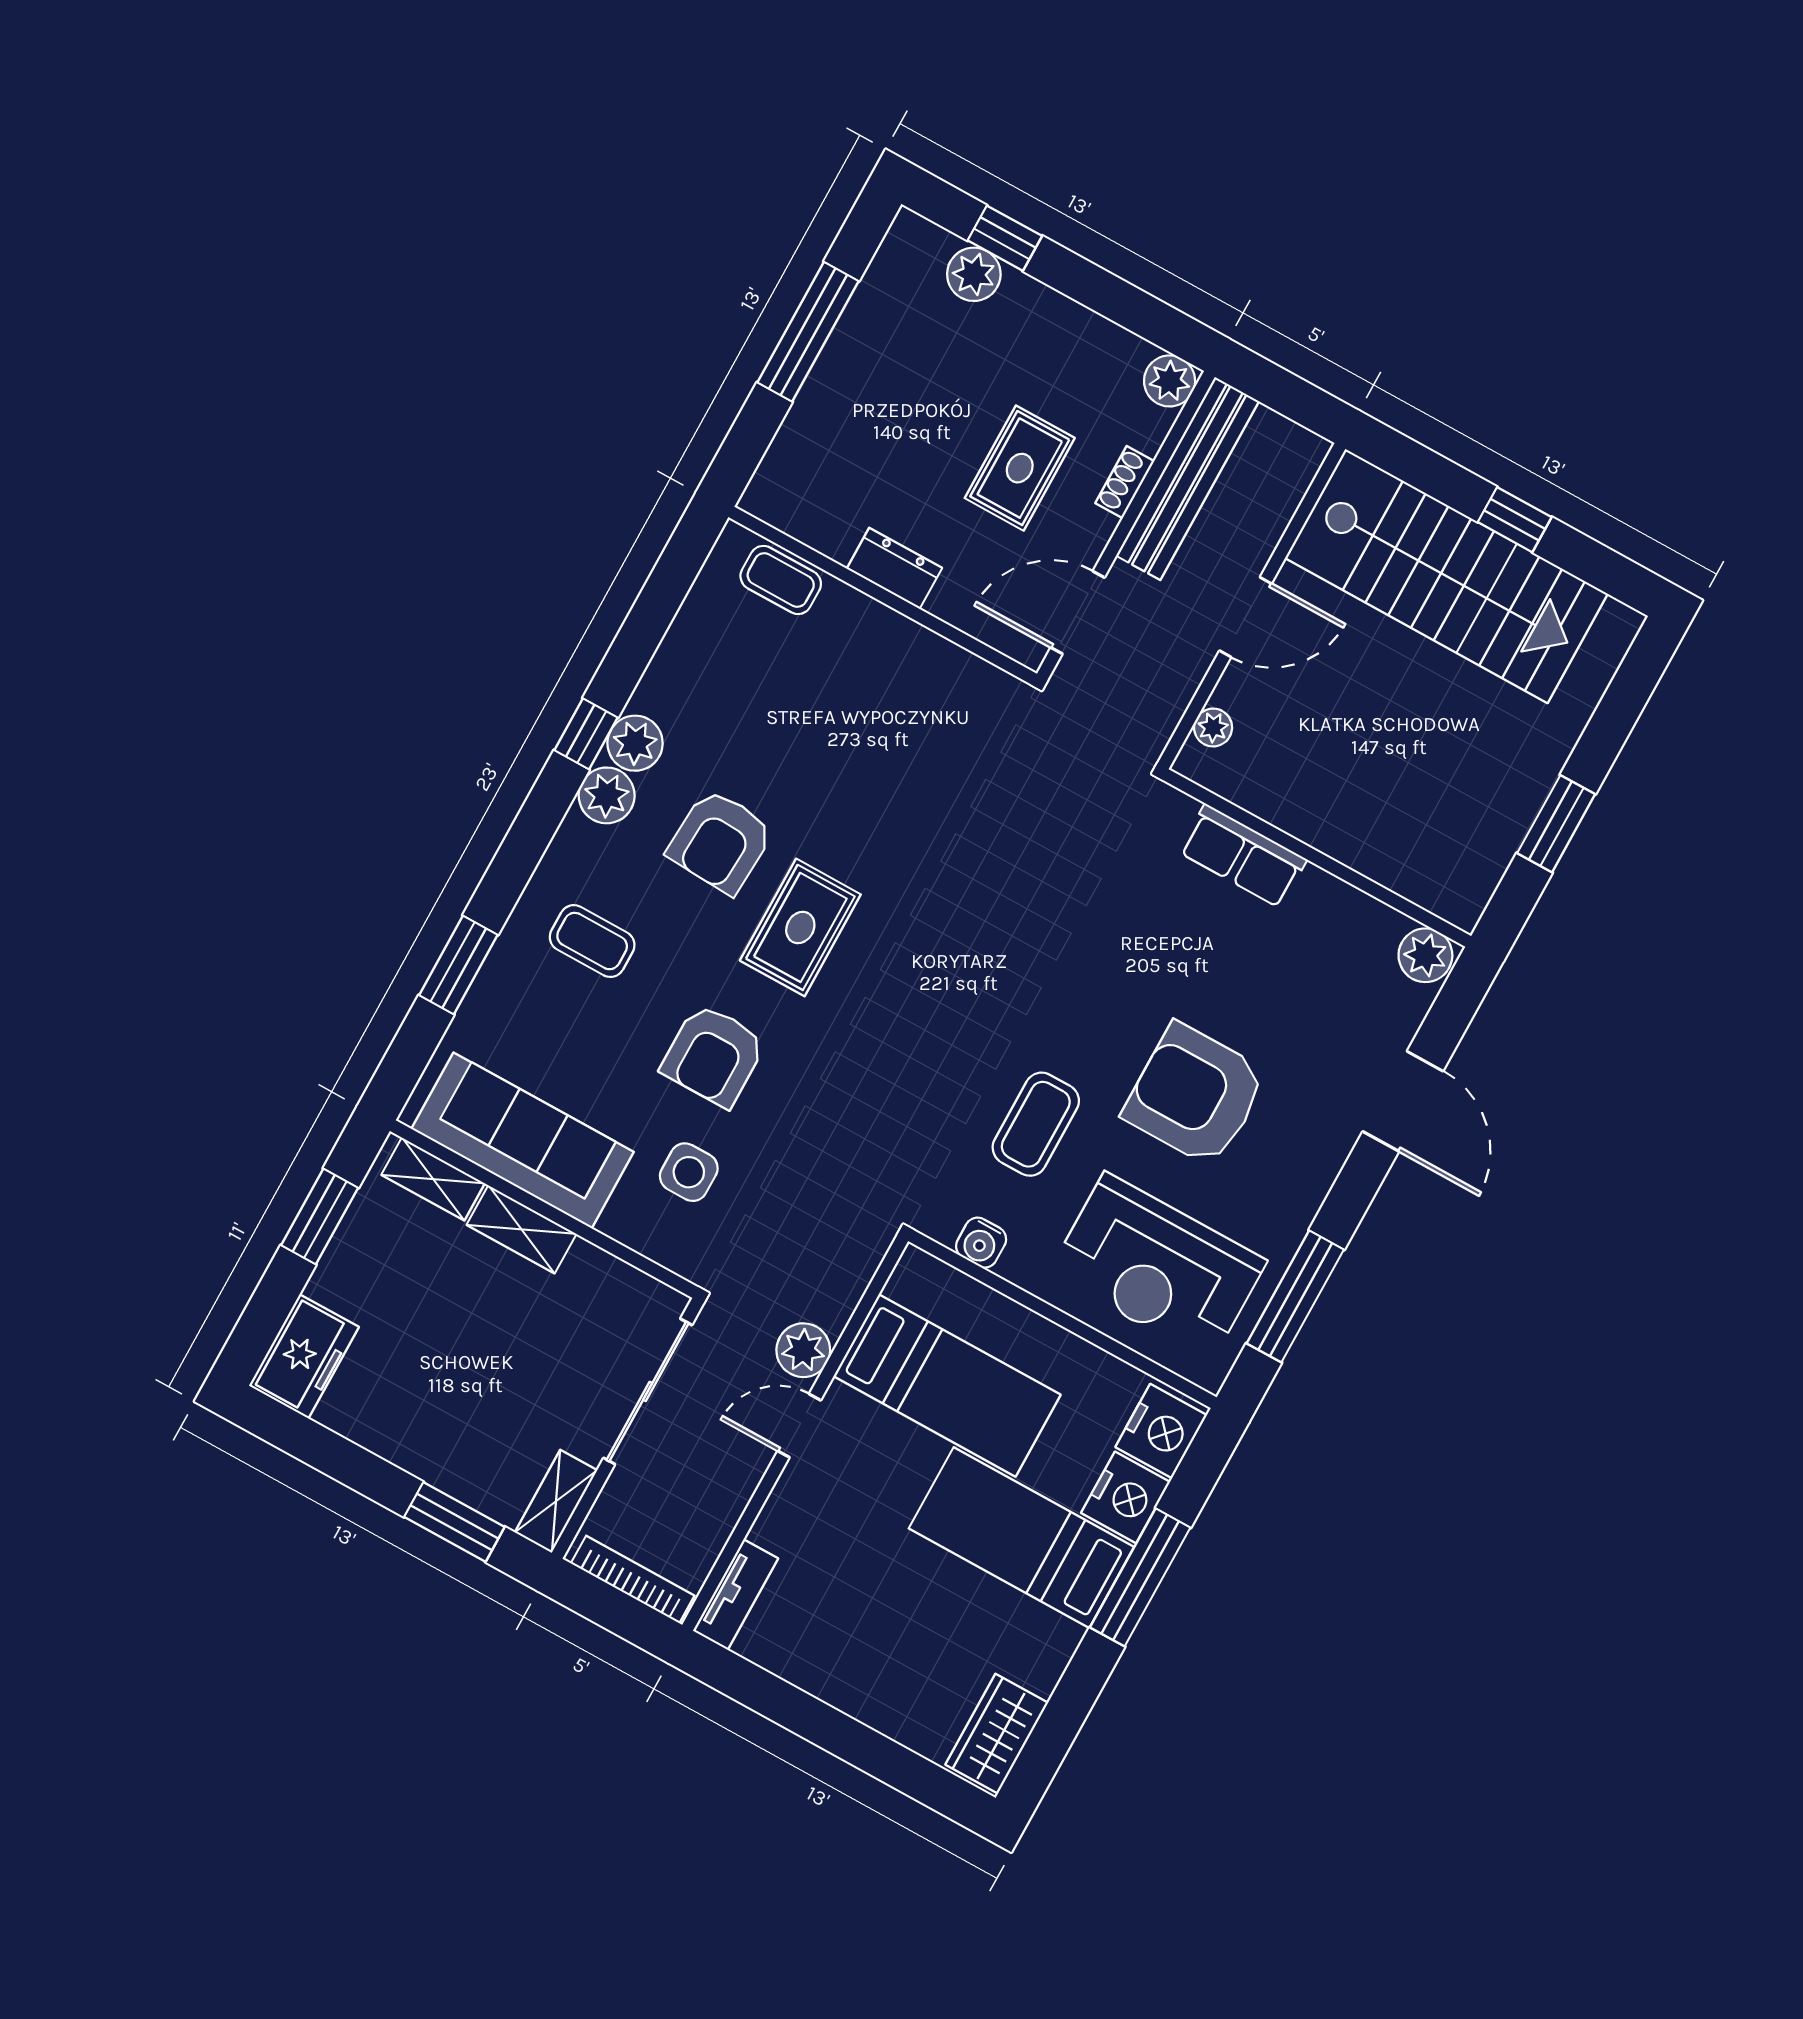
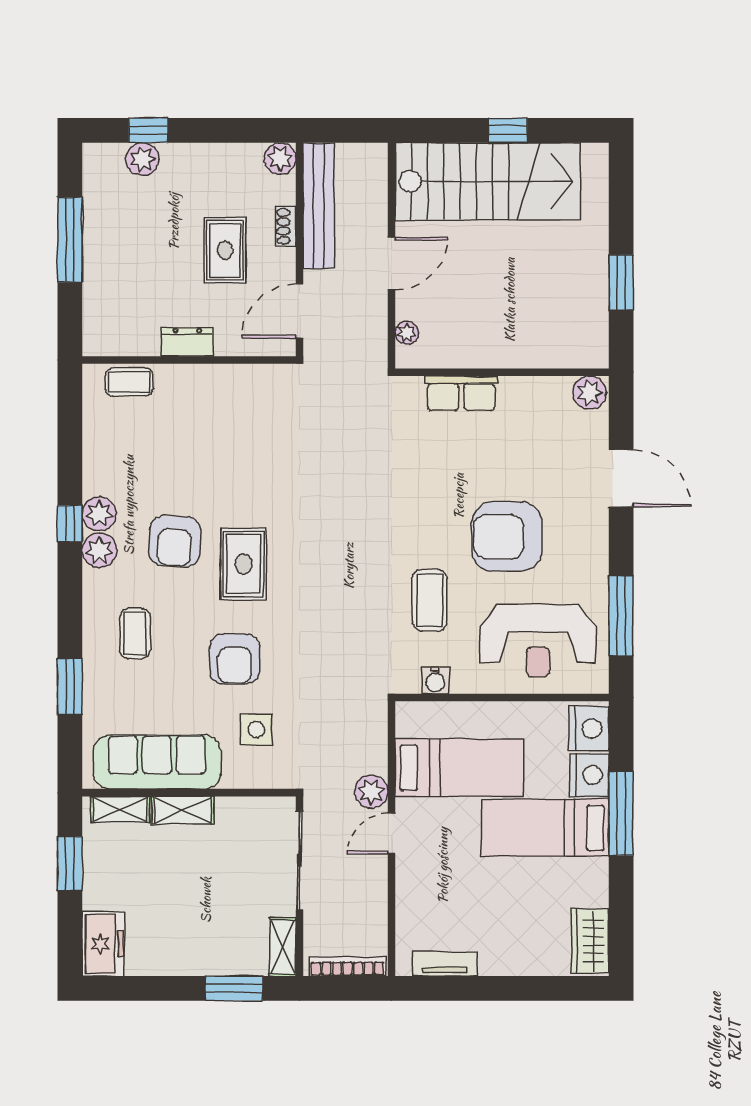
coffee table: (592, 941) -> (135, 633), turned 90
tv unit: (736, 1595) -> (445, 964), moved, turned -90

